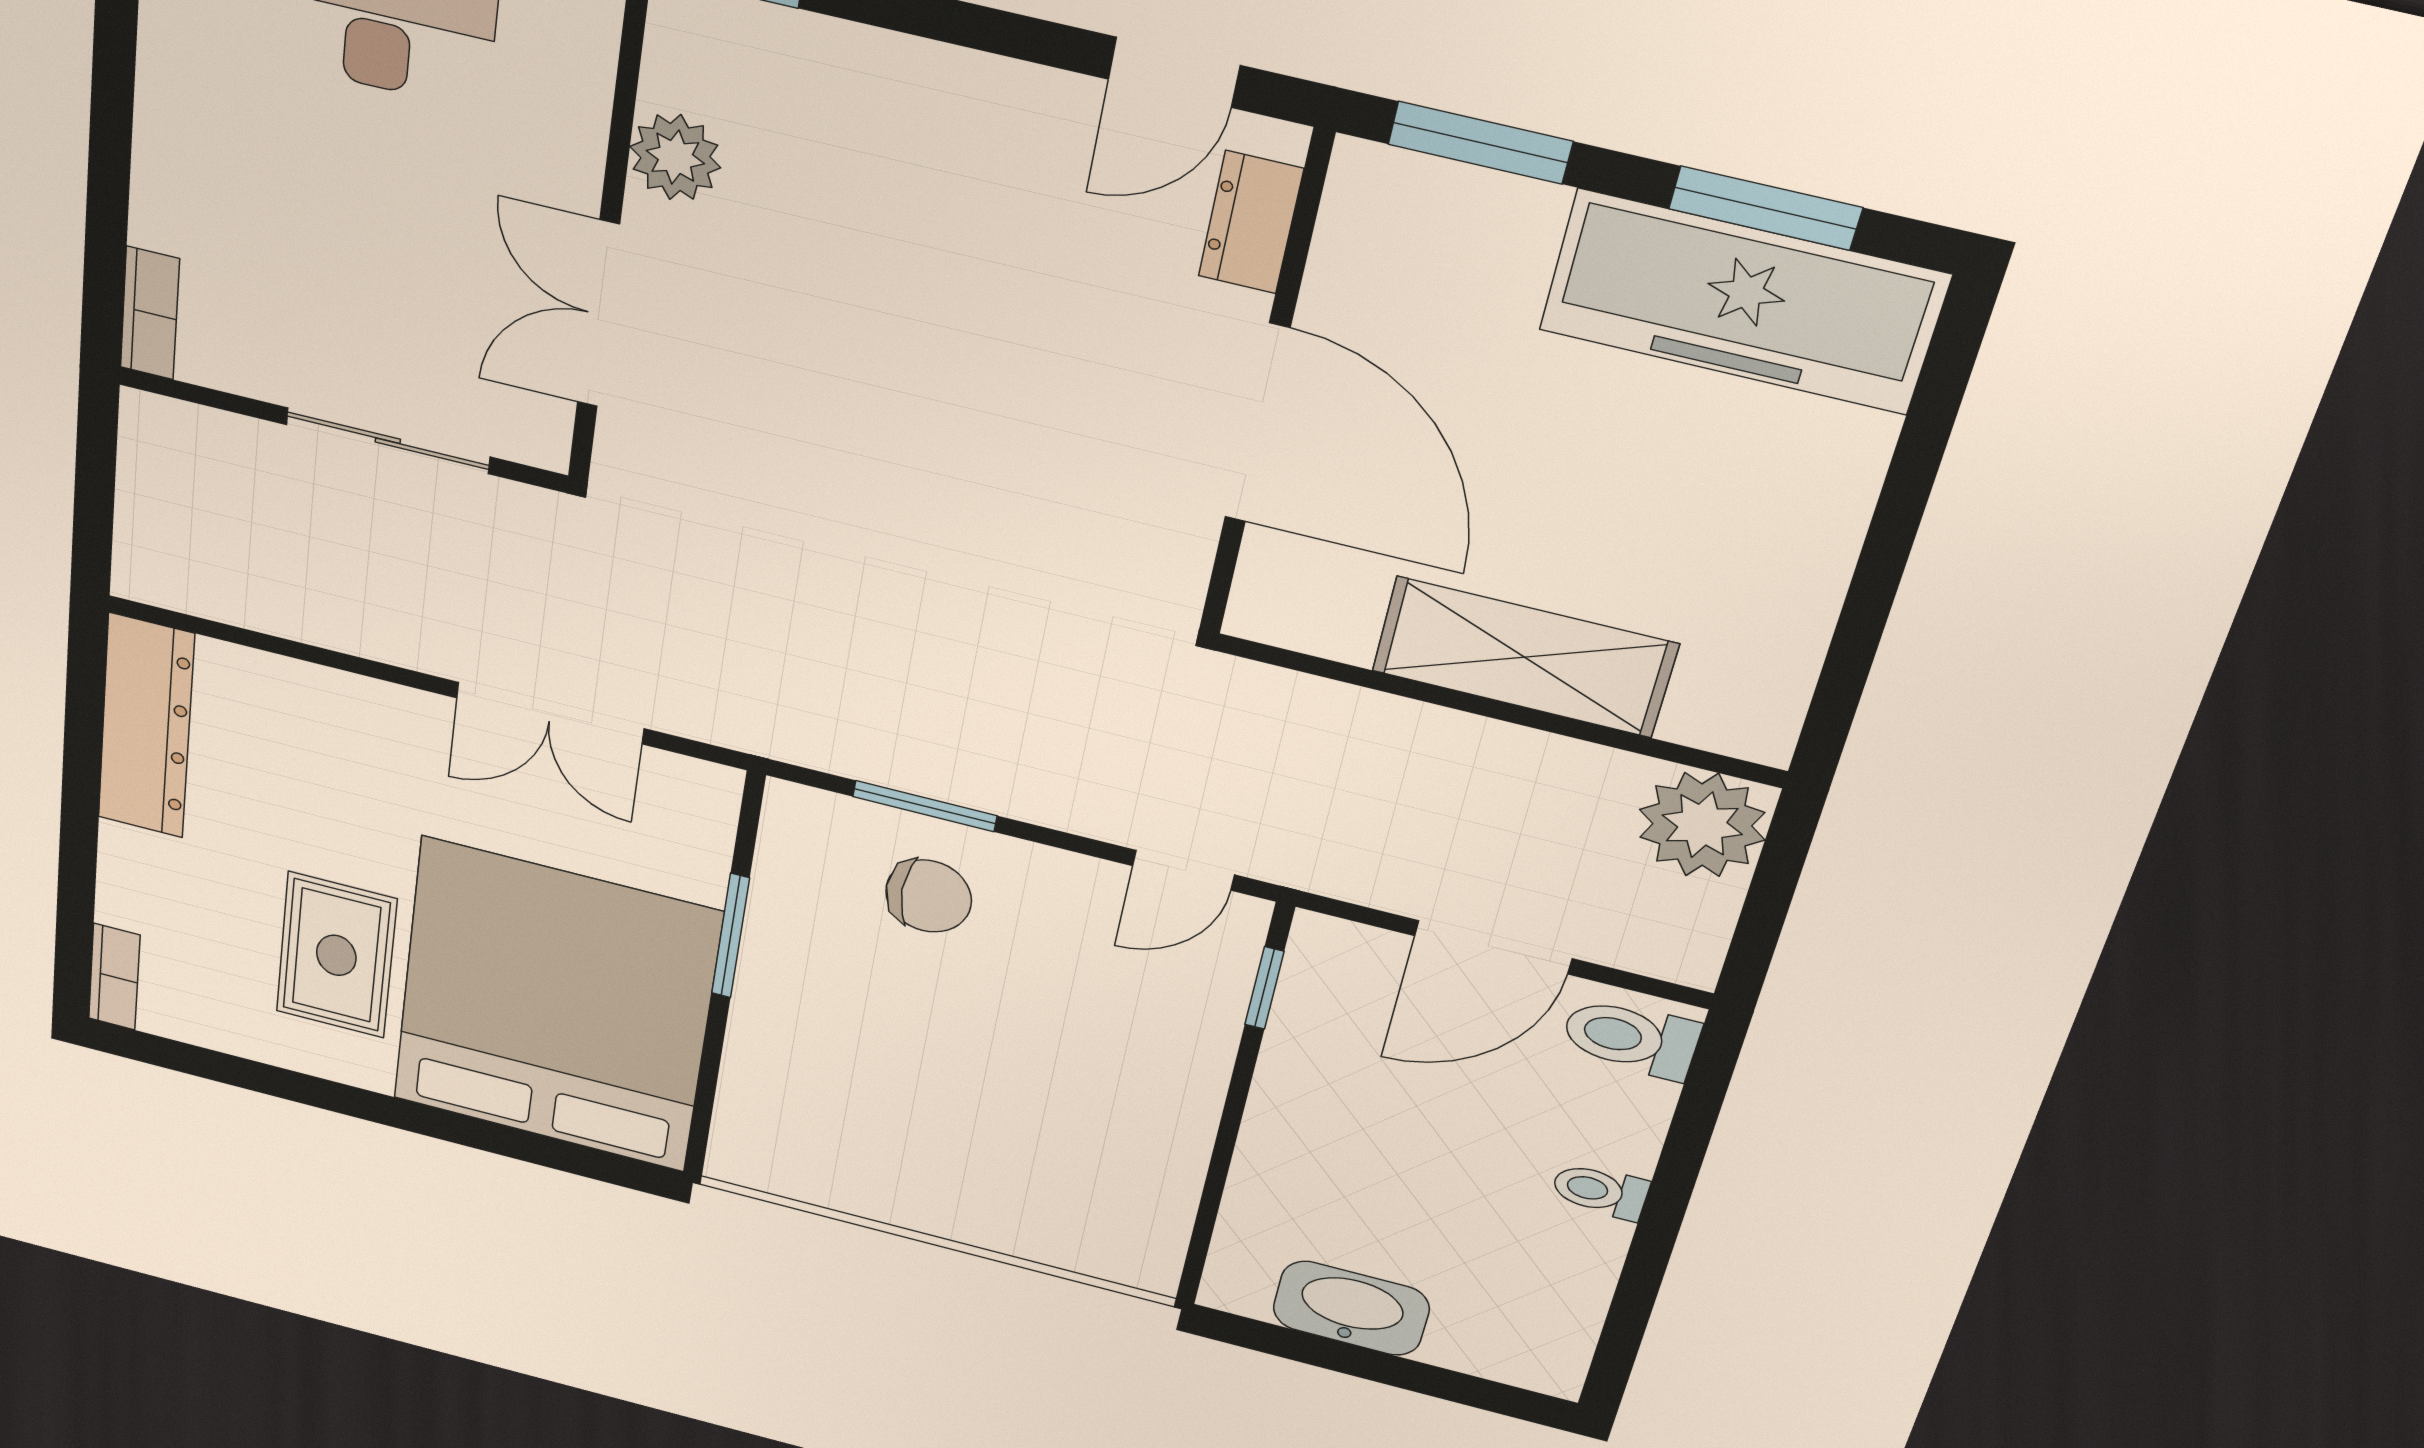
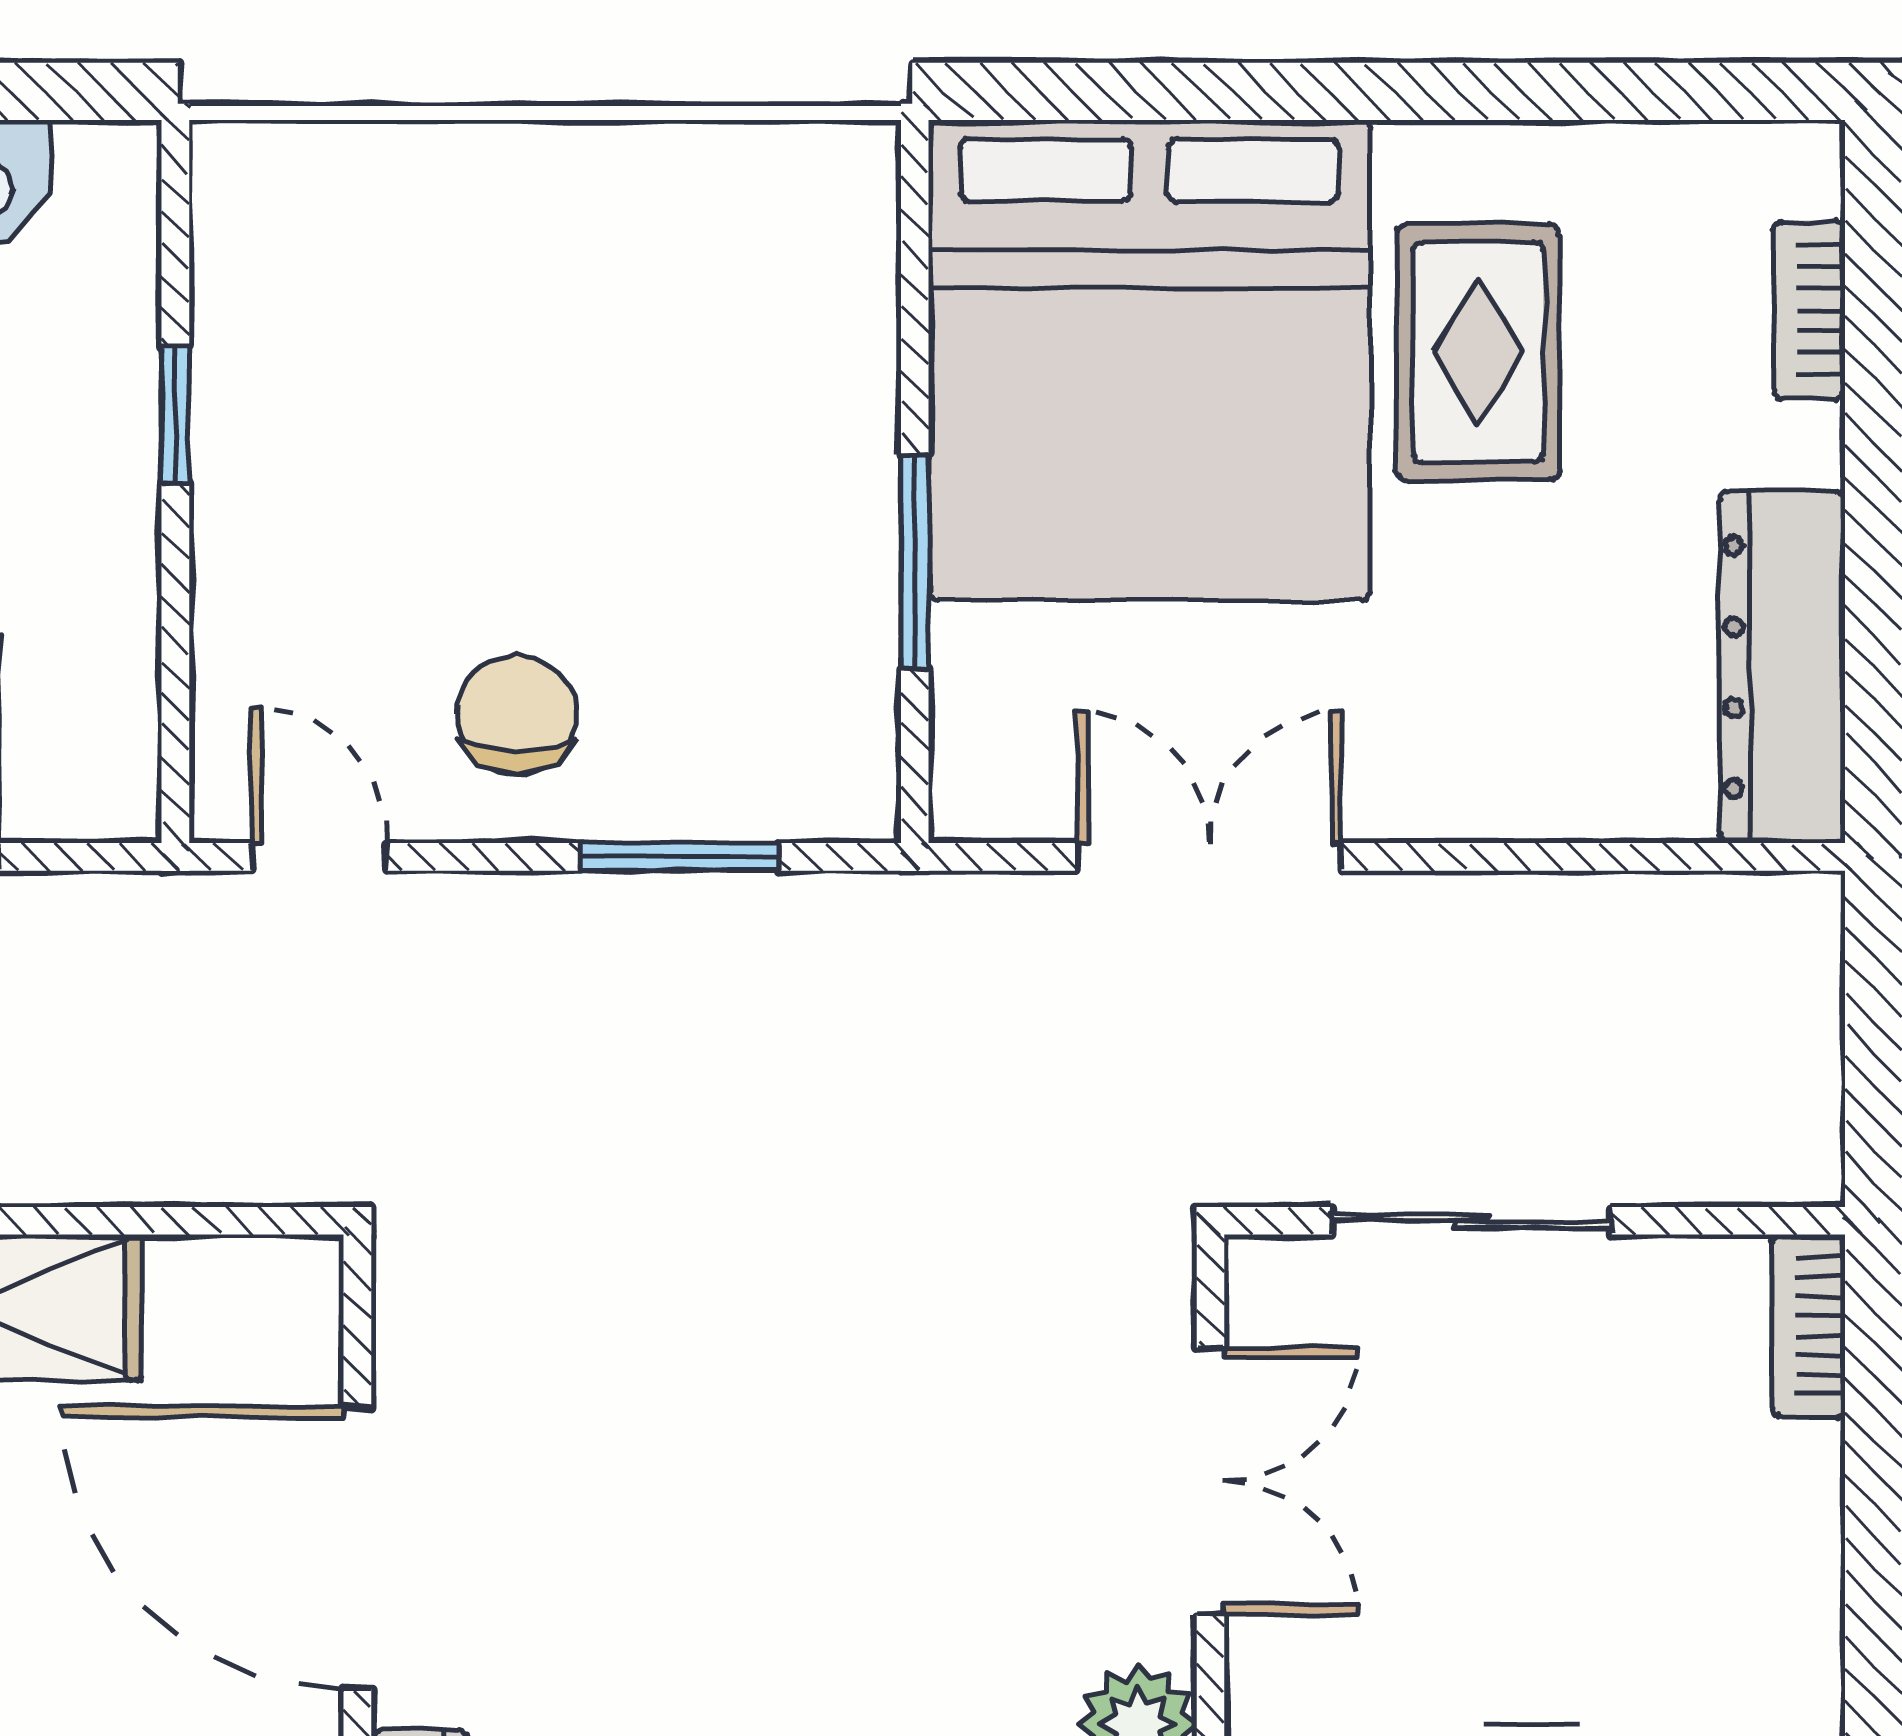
door: (1183, 870) -> (320, 857), hinge flipped
chair: (929, 896) -> (517, 715), moved, turned 90
bookcase: (114, 977) -> (1809, 310), moved
window: (1264, 988) -> (175, 415), moved

